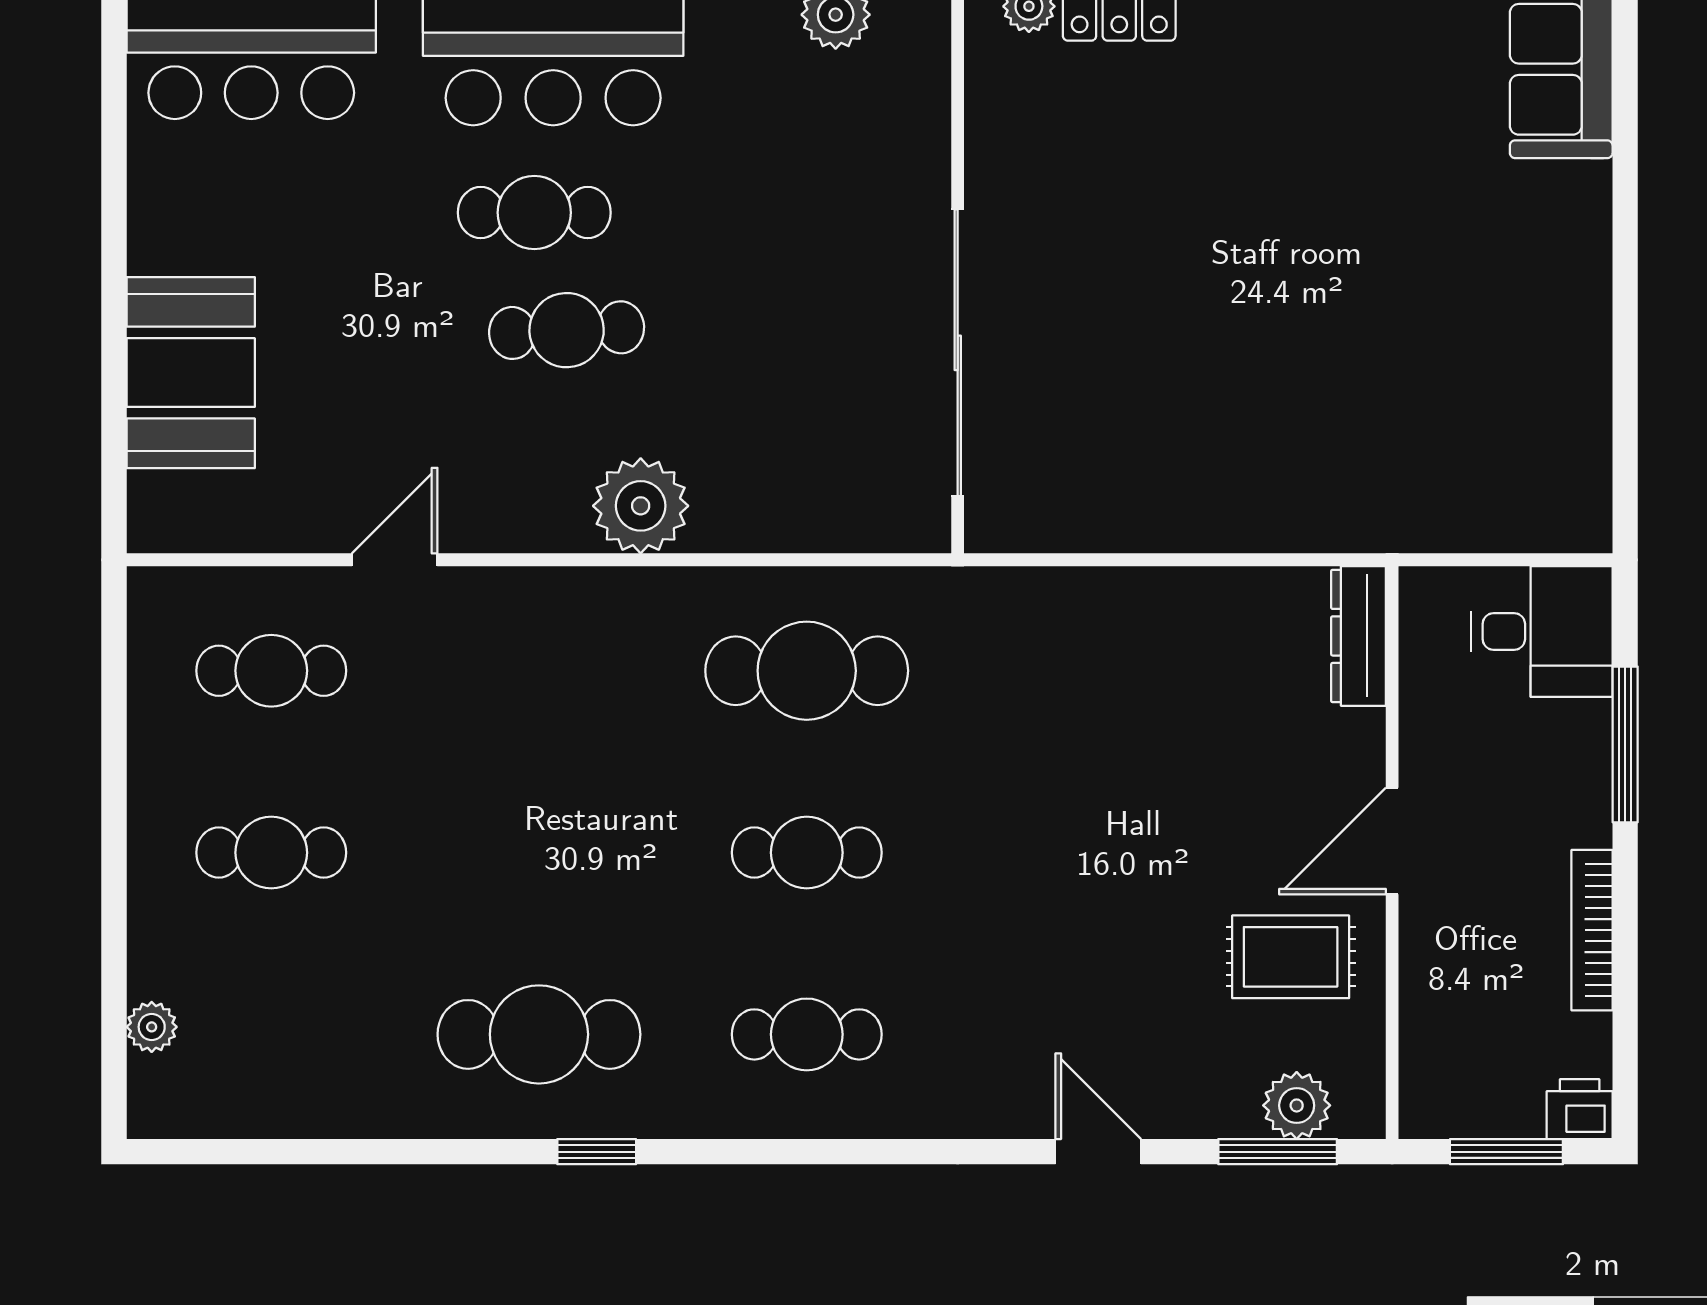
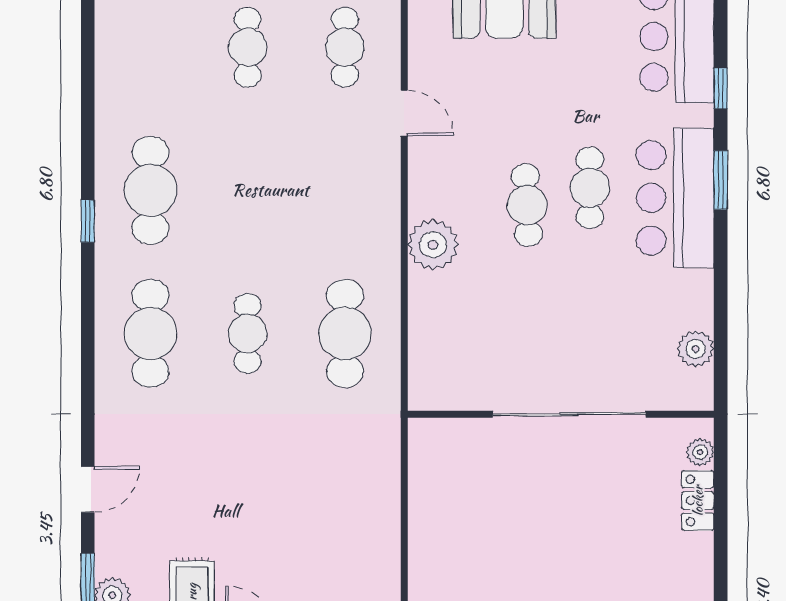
sliding door: (958, 353) -> (569, 414), moved
cafe table: (807, 1034) -> (150, 333), width x1.37, depth x1.35

